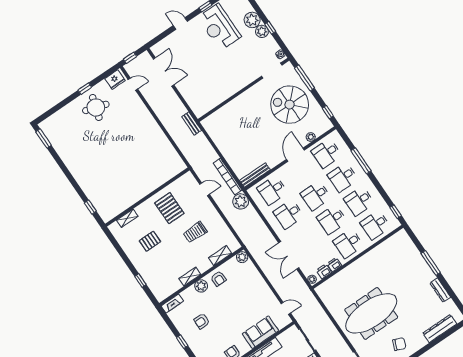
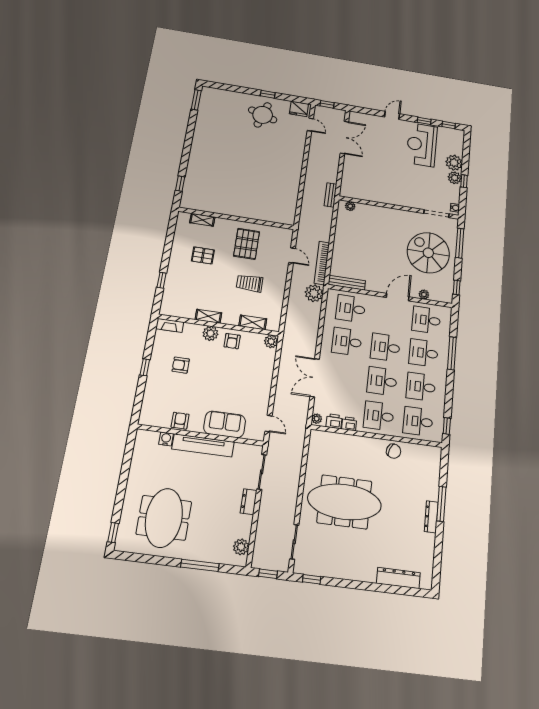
door: (180, 23) -> (392, 115), hinge flipped
plant: (211, 119) -> (350, 206), added
dresser: (440, 290) -> (431, 517), moved
chair: (399, 344) -> (394, 451), moved

